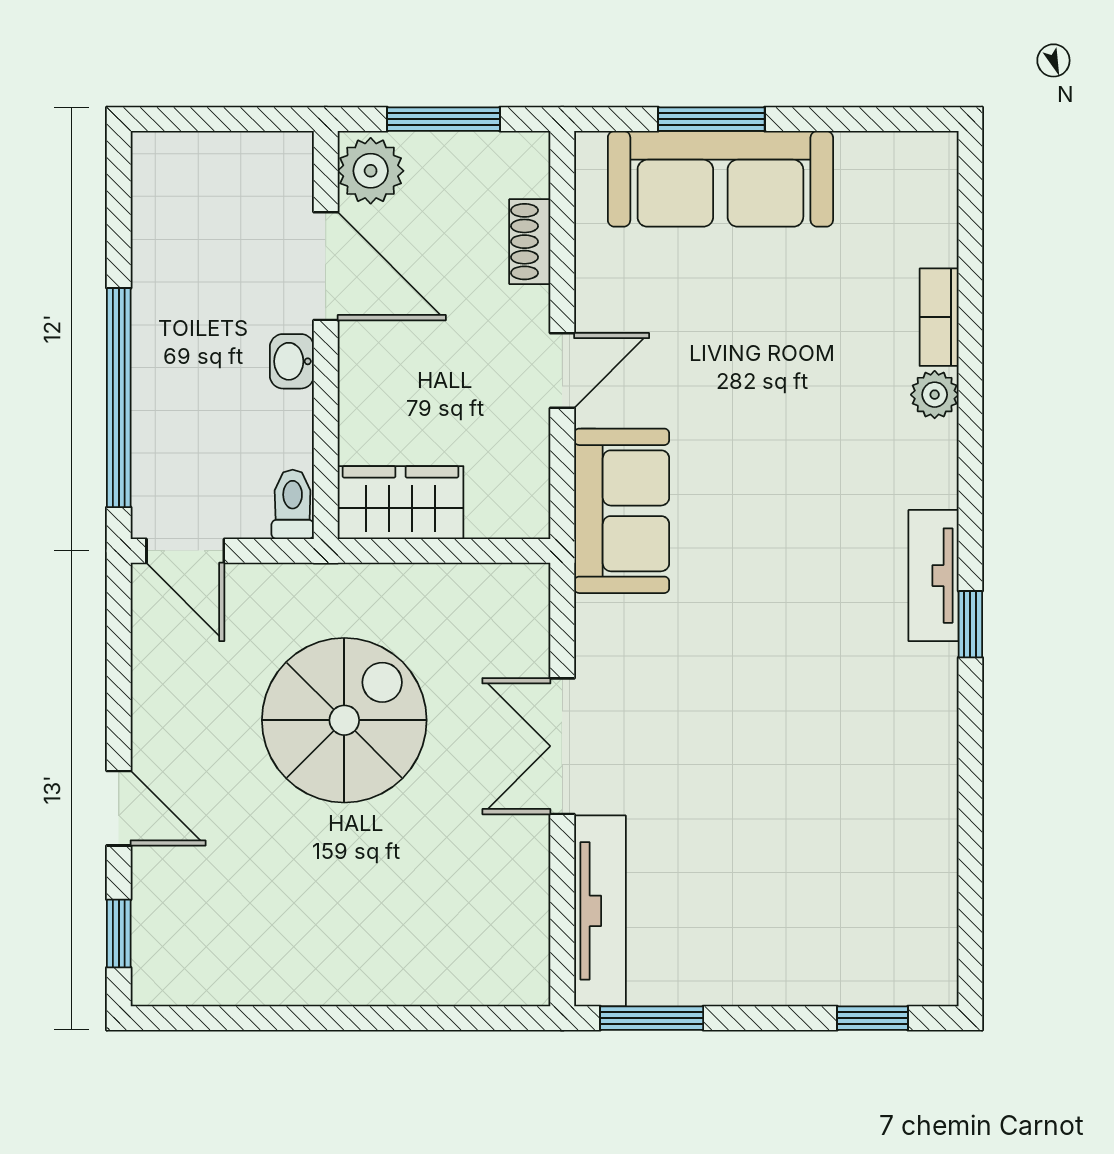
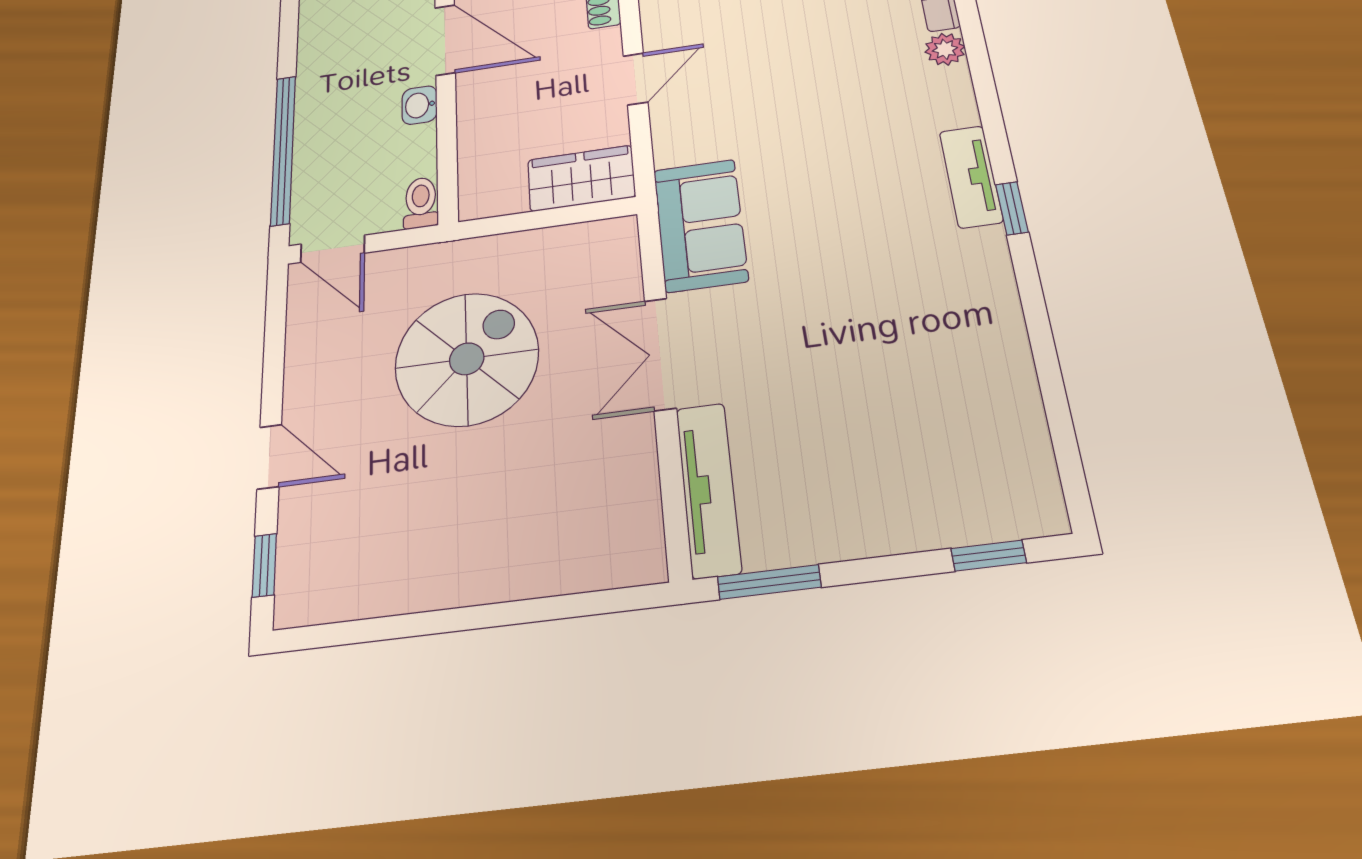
wardrobe: (401, 503) -> (581, 178), moved
sofa: (622, 511) -> (700, 225), moved

